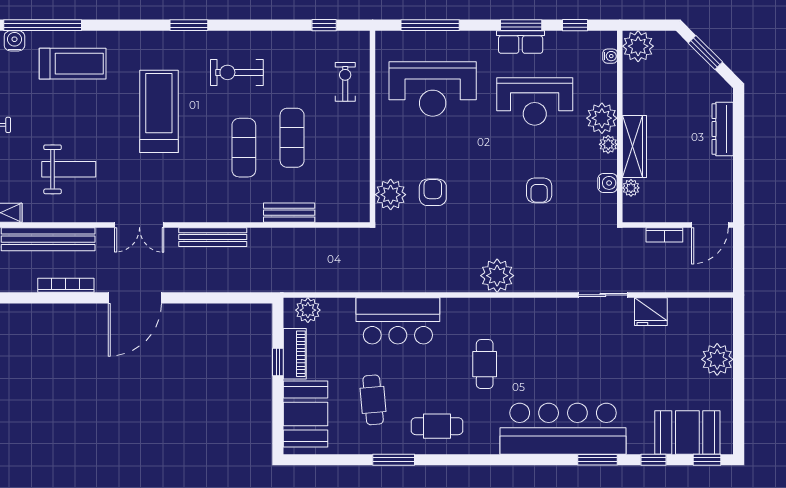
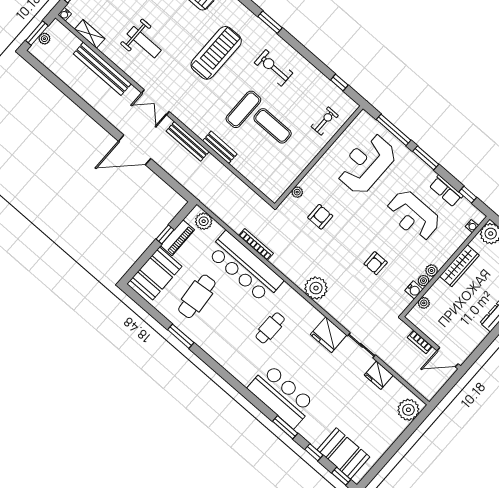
window: (521, 25) -> (426, 158), moved
row of seats: (521, 42) -> (446, 191), moved
reception desk: (433, 89) -> (366, 164), turned 90
plant: (602, 118) -> (423, 281), moved, width x0.53, depth x0.53
exercise mat: (292, 138) -> (273, 126), turned 90
wardrobe: (634, 147) -> (459, 266), moved
plant: (391, 195) -> (297, 192), width x0.53, depth x0.53
bench: (289, 213) -> (220, 147), moved
bookcase: (66, 285) -> (256, 244), moved
door: (135, 298) -> (135, 150), moved
fridge: (556, 315) -> (329, 335), added
bar counter: (398, 321) -> (245, 267), width x1.36
plant: (717, 359) -> (408, 410), moved
cafe table: (373, 400) -> (197, 296), width x1.37, depth x1.35
cafe table: (437, 426) -> (218, 338), removed
bar counter: (563, 429) -> (281, 396), width x0.73

